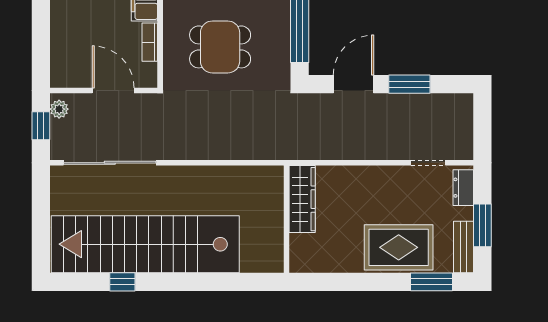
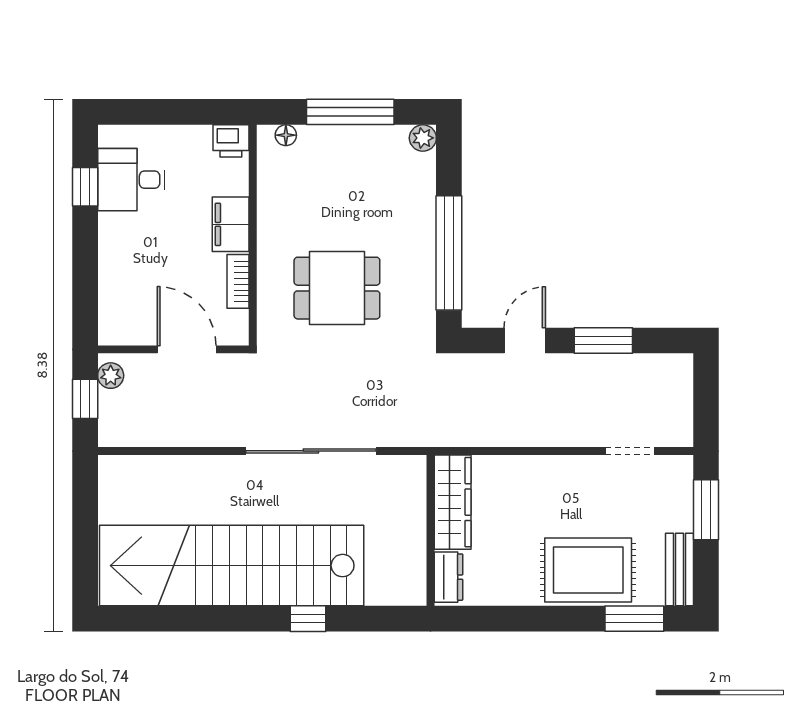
door: (354, 84) -> (525, 340), width x0.73
sliding door: (110, 163) -> (311, 451), moved
dresser: (463, 188) -> (448, 577), moved, turned 180
window: (482, 225) -> (706, 510), moved
window: (122, 282) -> (308, 619), moved

